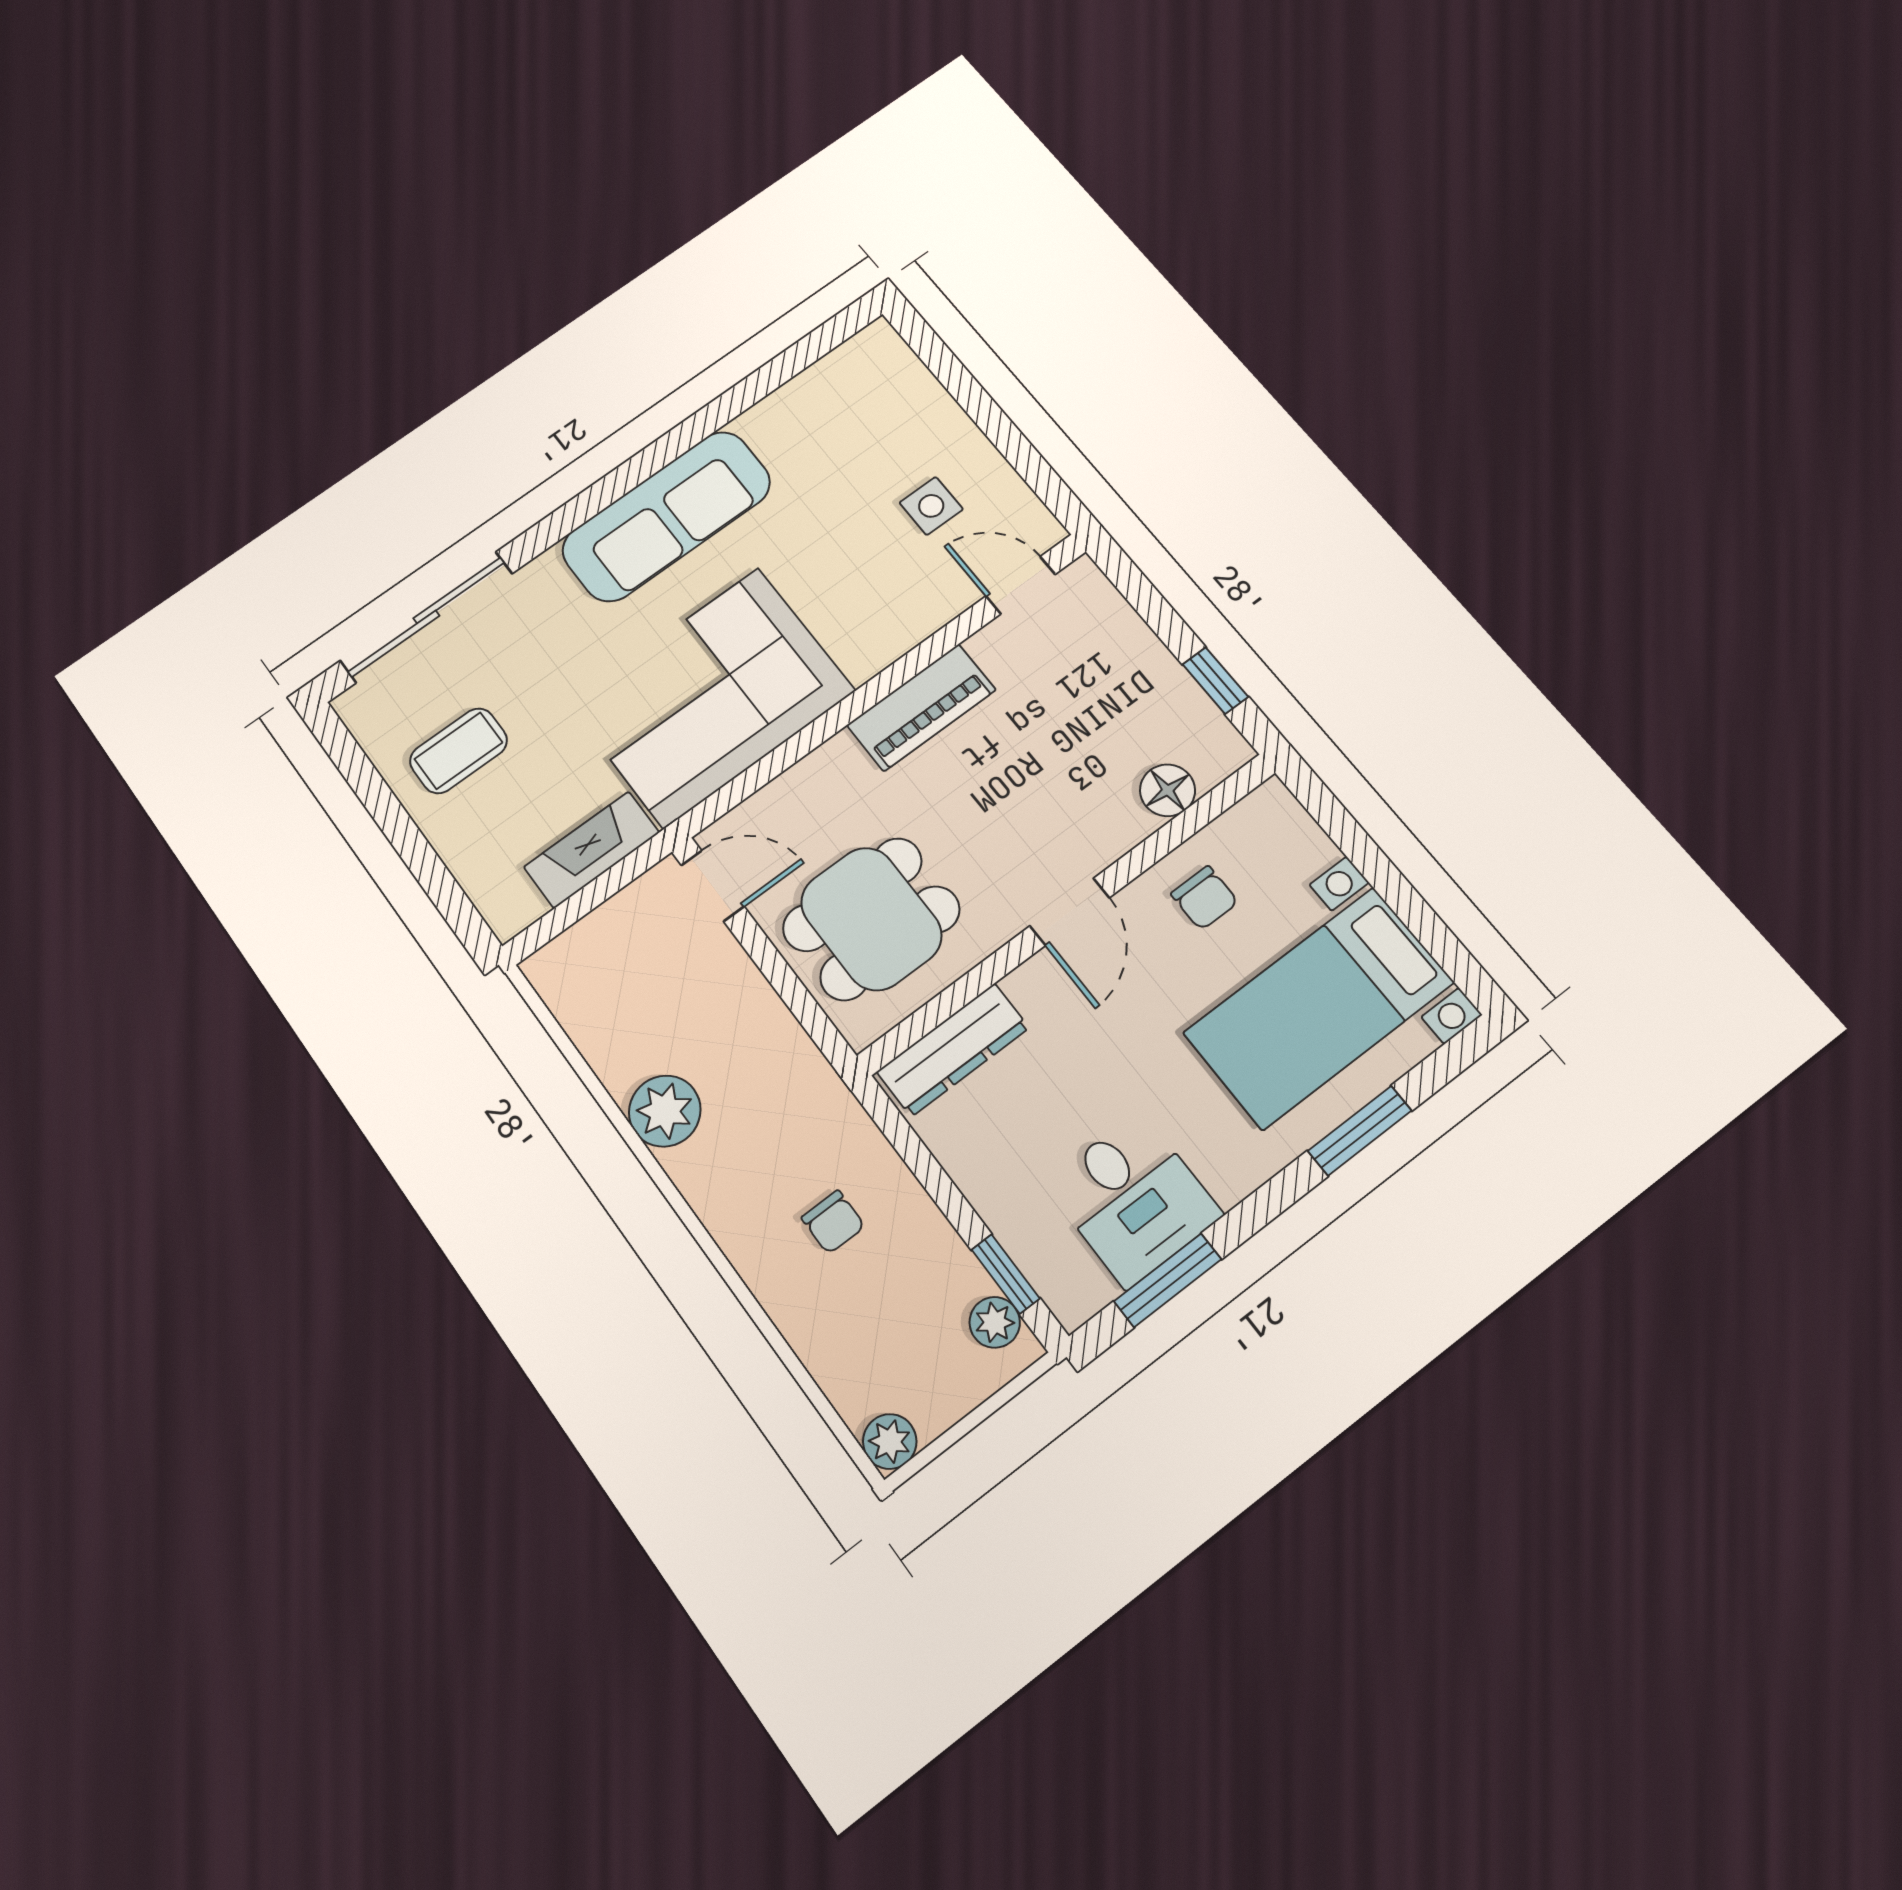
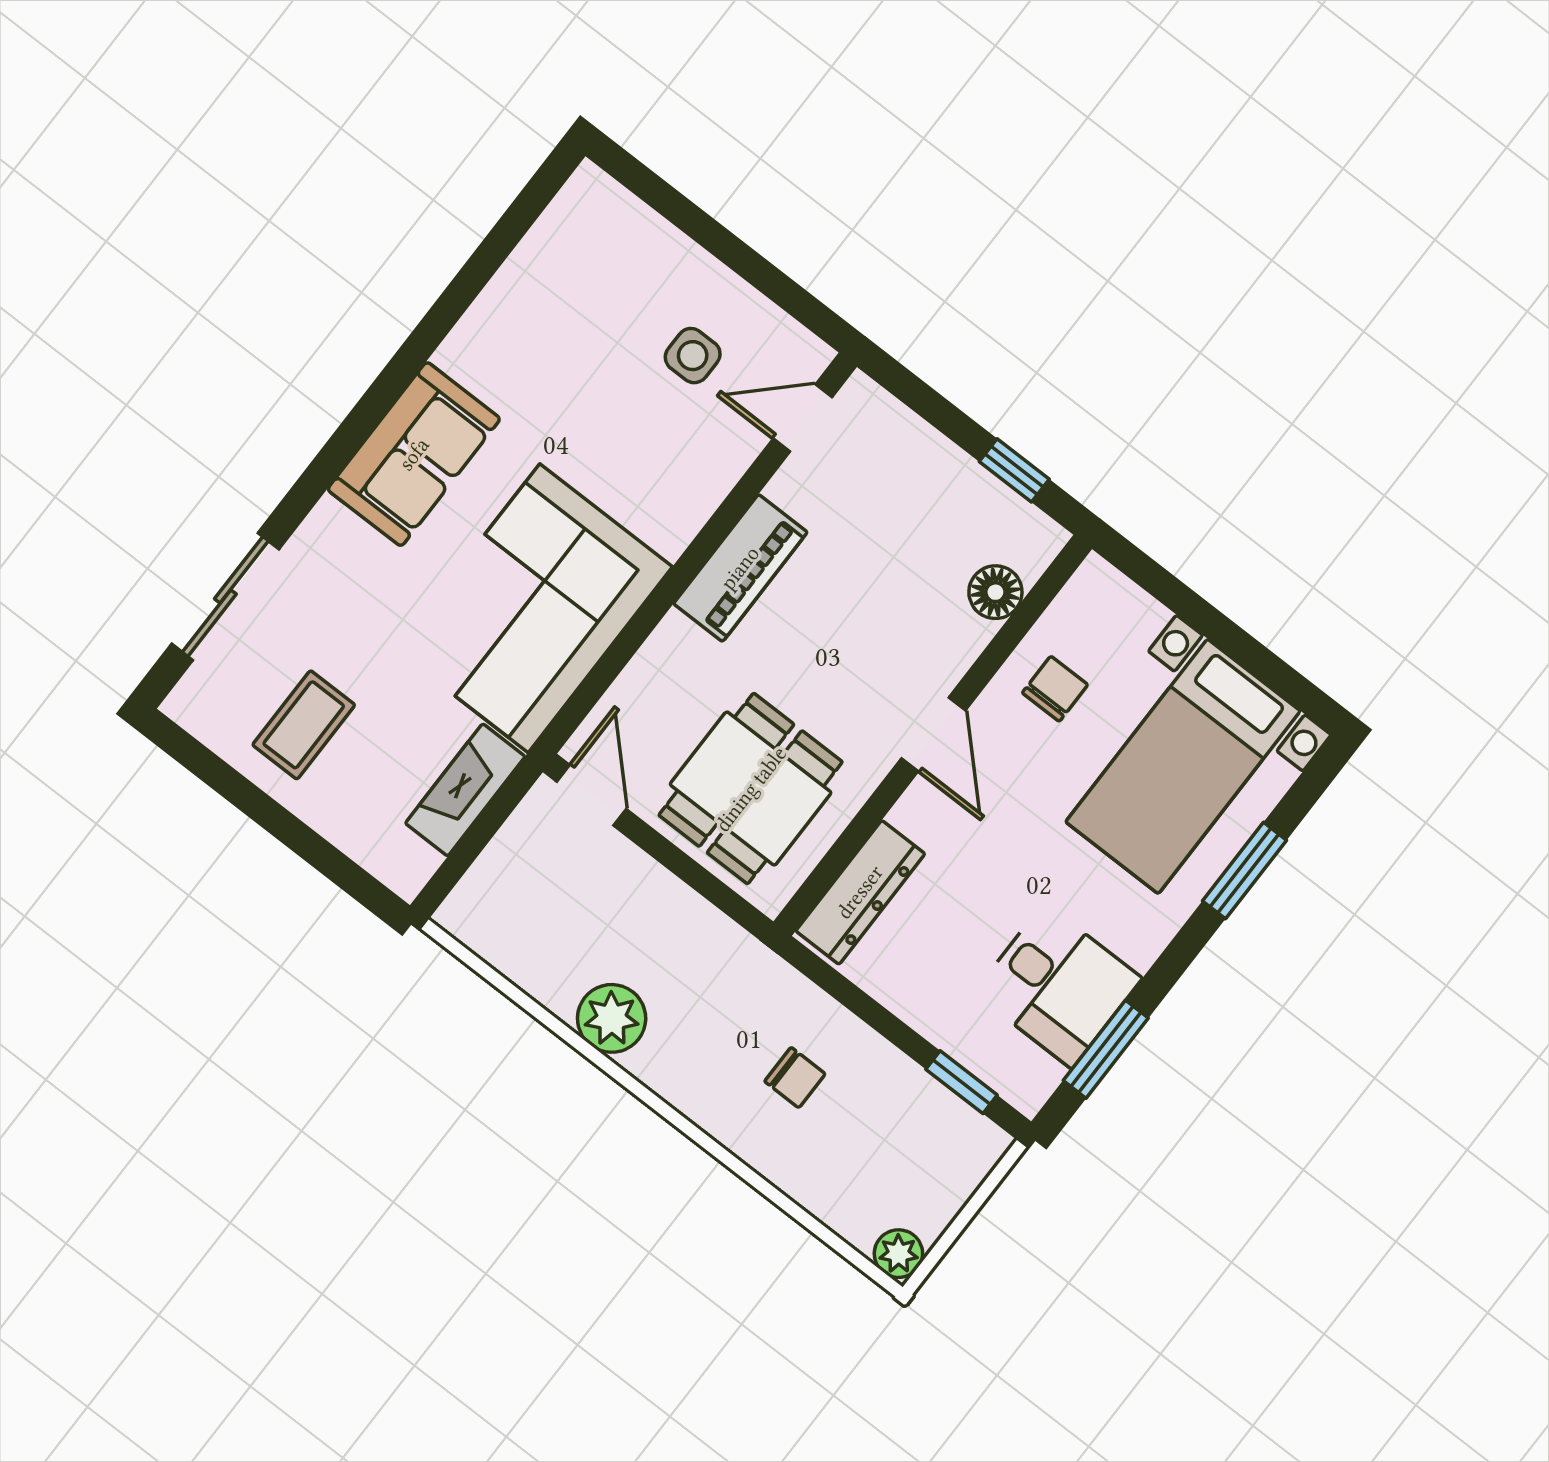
sofa: (666, 516) -> (414, 454), width x0.73
sliding door: (426, 617) -> (225, 596), width x0.73
door: (713, 886) -> (592, 795), hinge flipped
chair: (1205, 898) -> (1055, 689), turned -90
plant: (995, 1322) -> (963, 1127), removed

